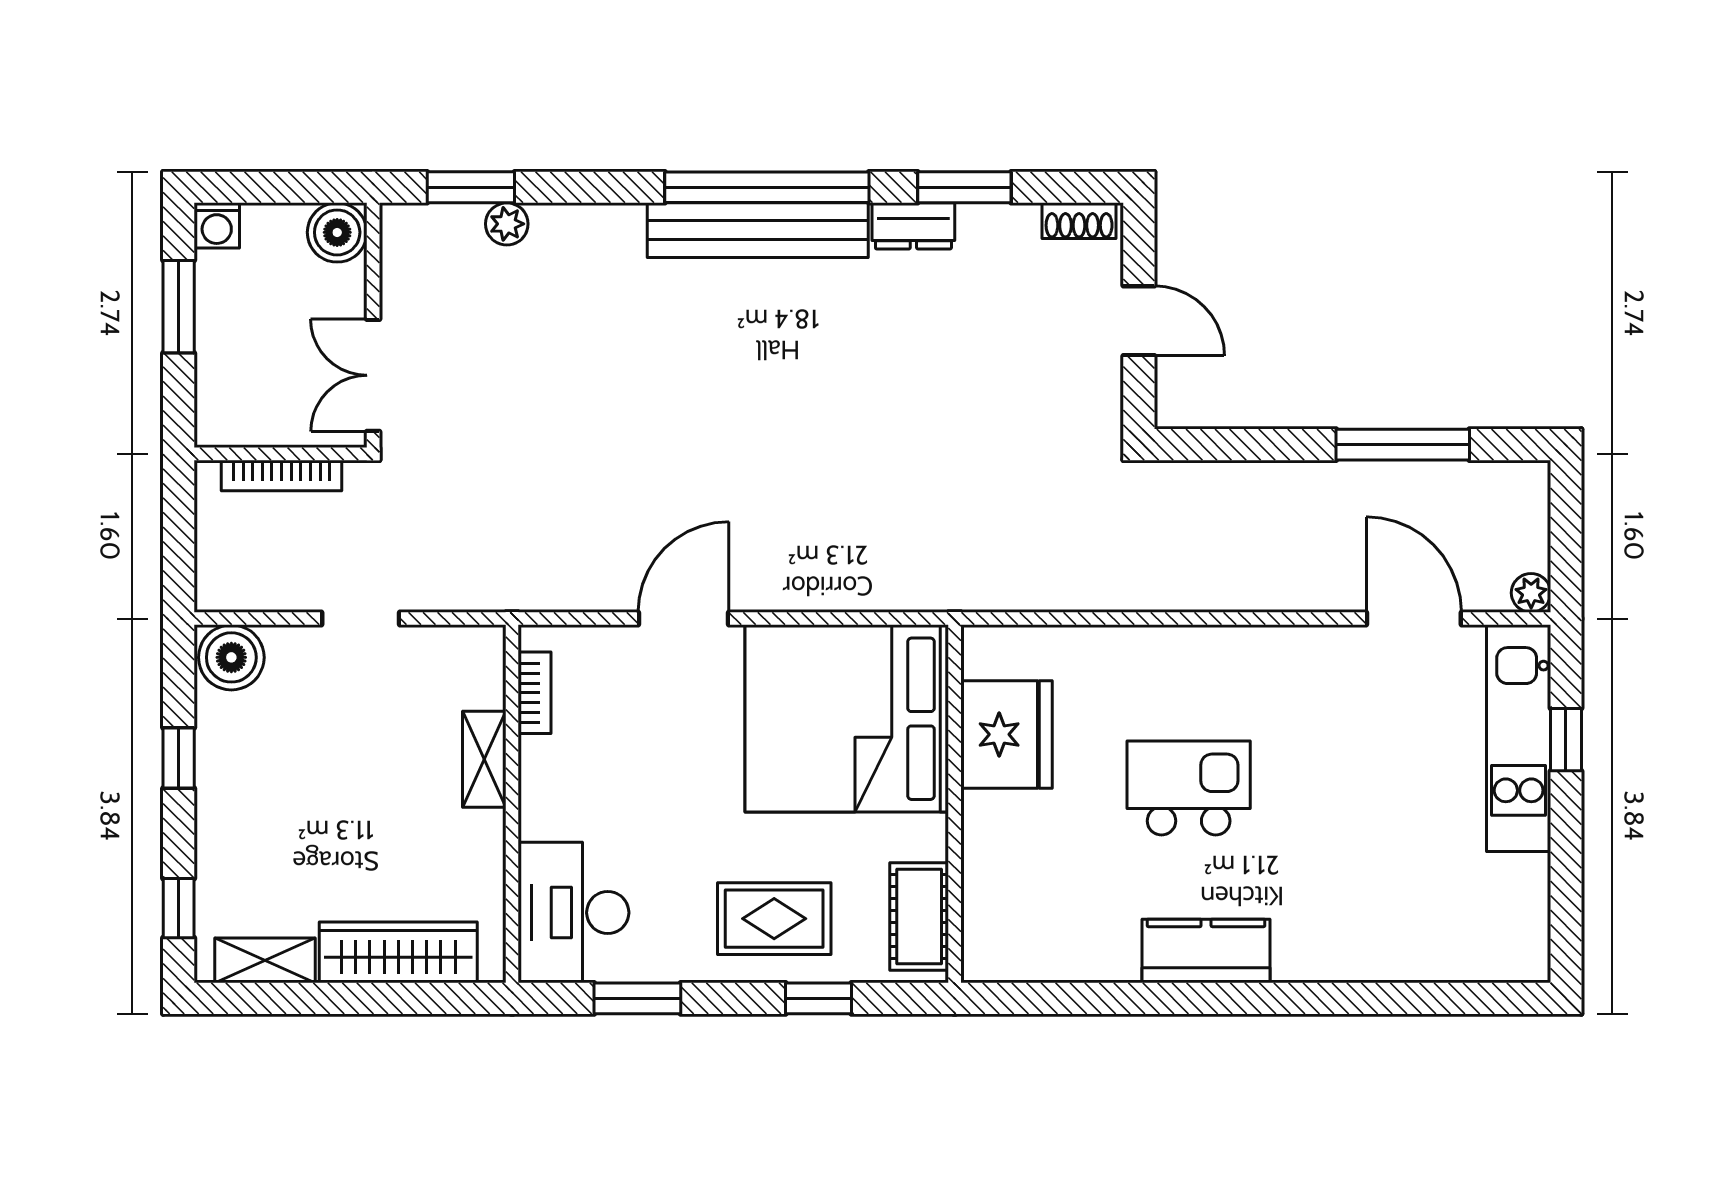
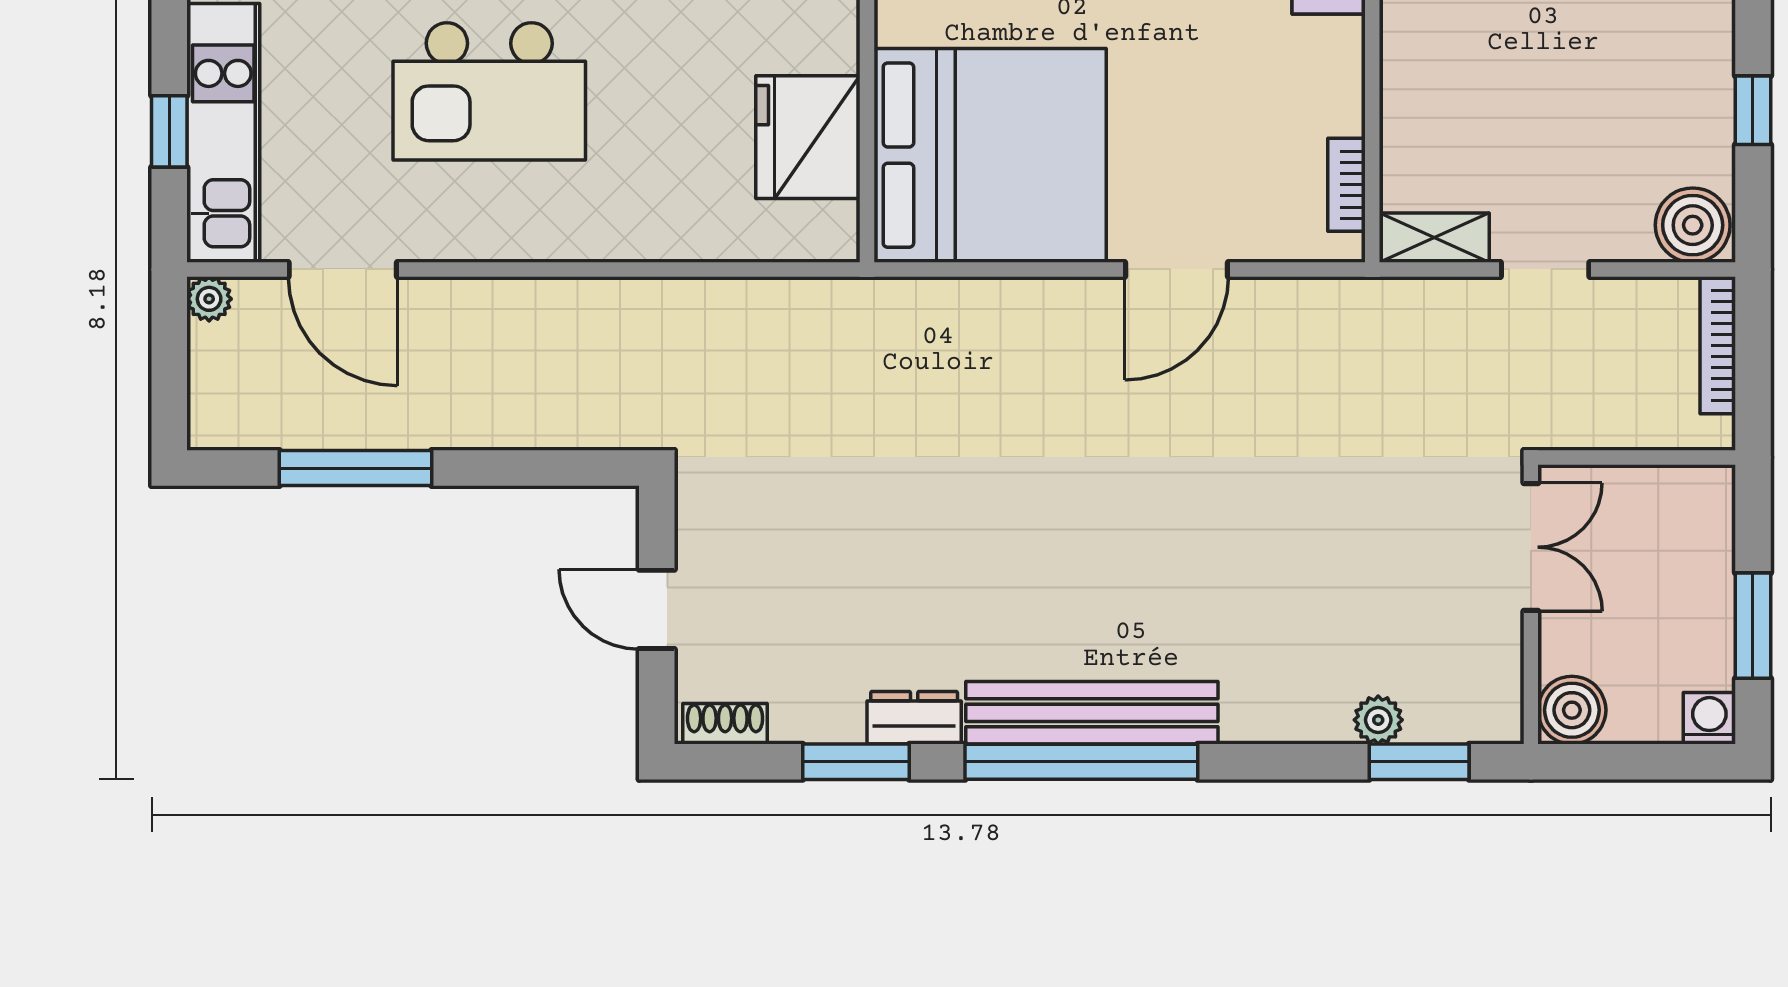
bookcase: (282, 475) -> (1718, 345), moved, turned -90
shelving: (484, 759) -> (1434, 238), moved, turned 90
kitchen island: (1189, 788) -> (489, 91), moved, width x1.37, depth x1.28

